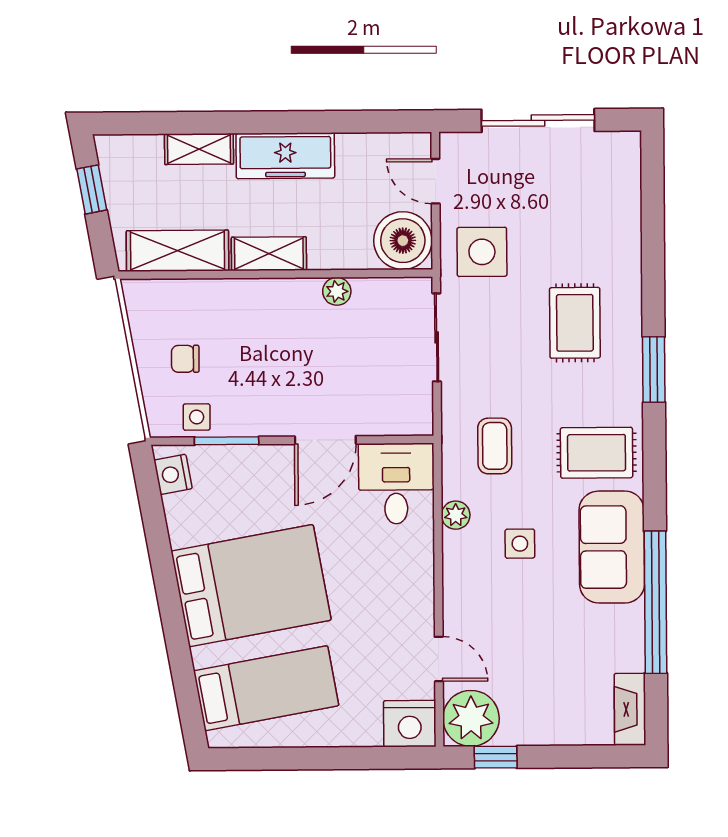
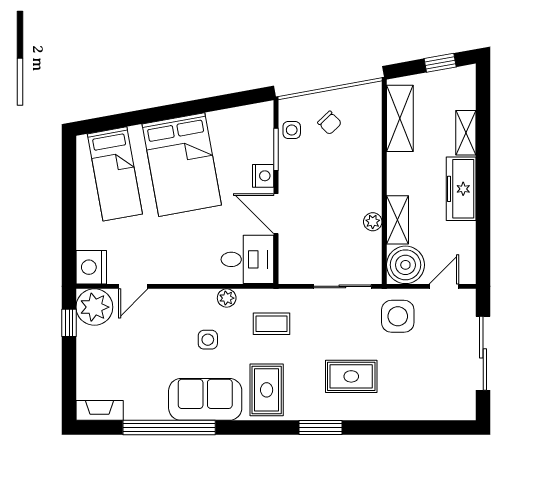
shelving: (269, 254) -> (398, 220), moved
chair: (185, 359) -> (330, 123), turned 136
nightstand: (173, 474) -> (263, 176), moved, turned 100

